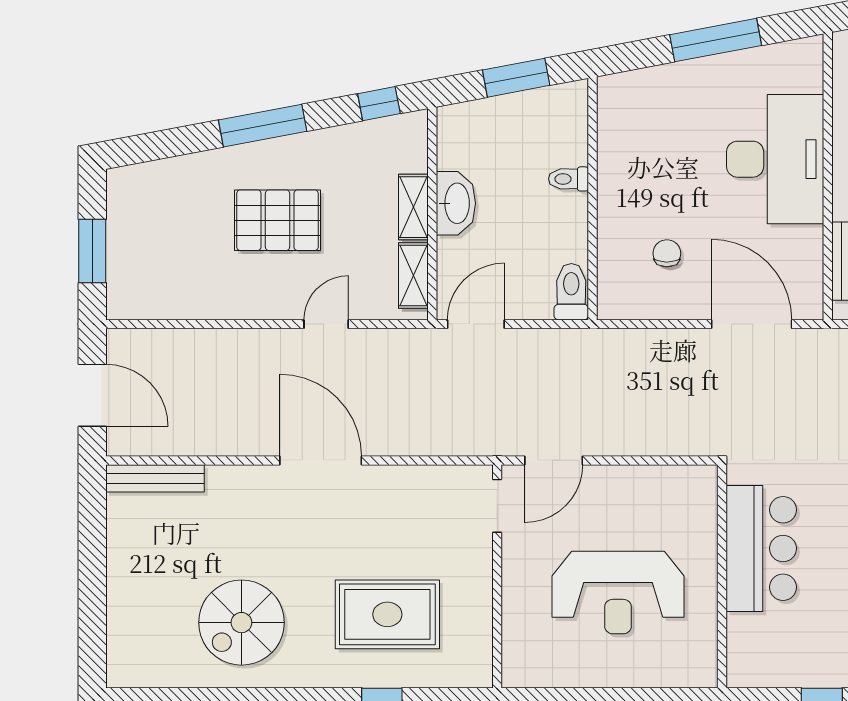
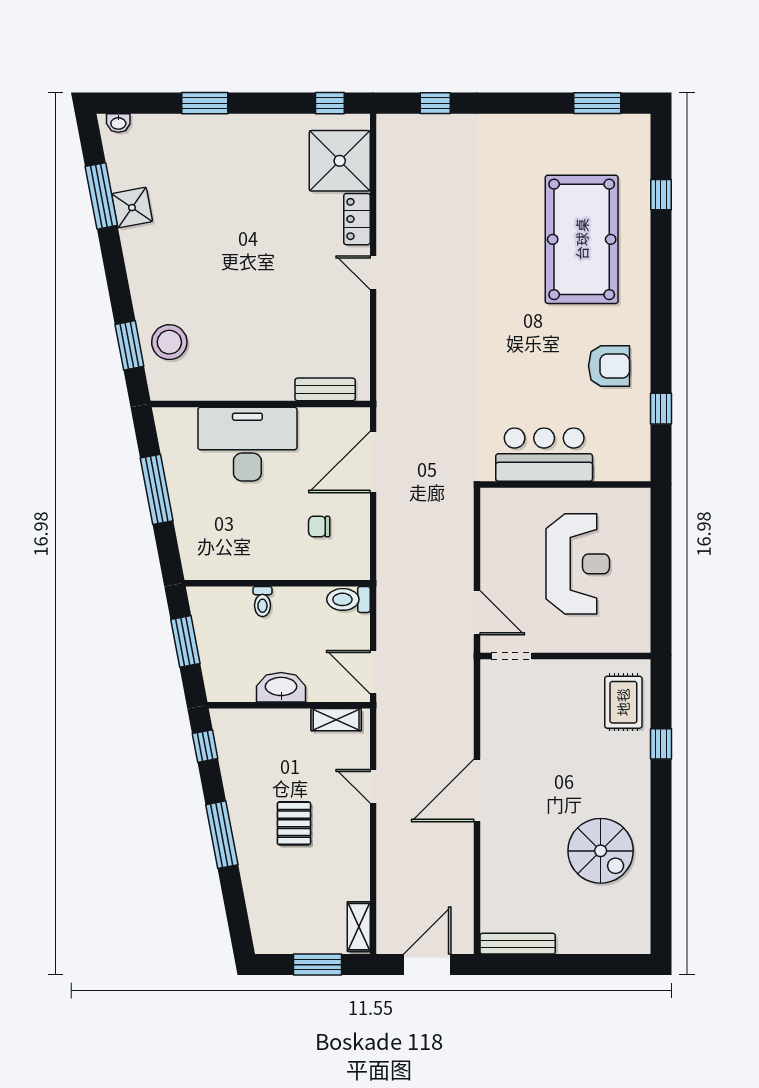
shelving: (413, 207) -> (359, 927), moved, turned 90
pallet: (278, 220) -> (294, 823), width x0.67, depth x0.71
bench: (155, 478) -> (518, 944), moved, turned 90
rug: (387, 614) -> (623, 702), moved, width x0.73, depth x0.70

